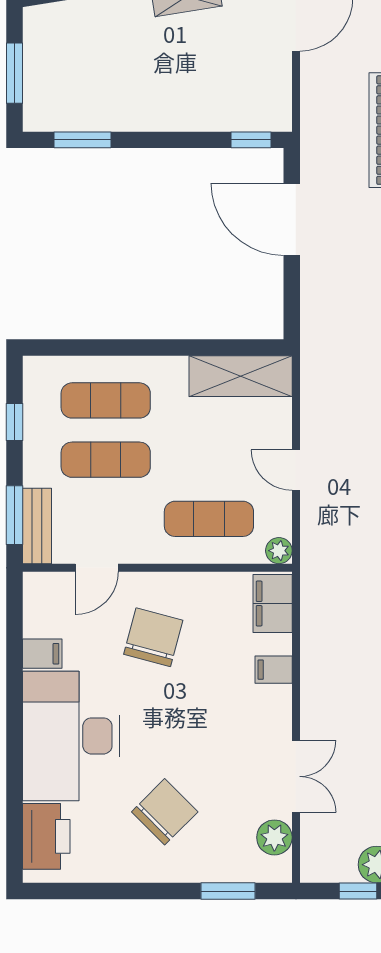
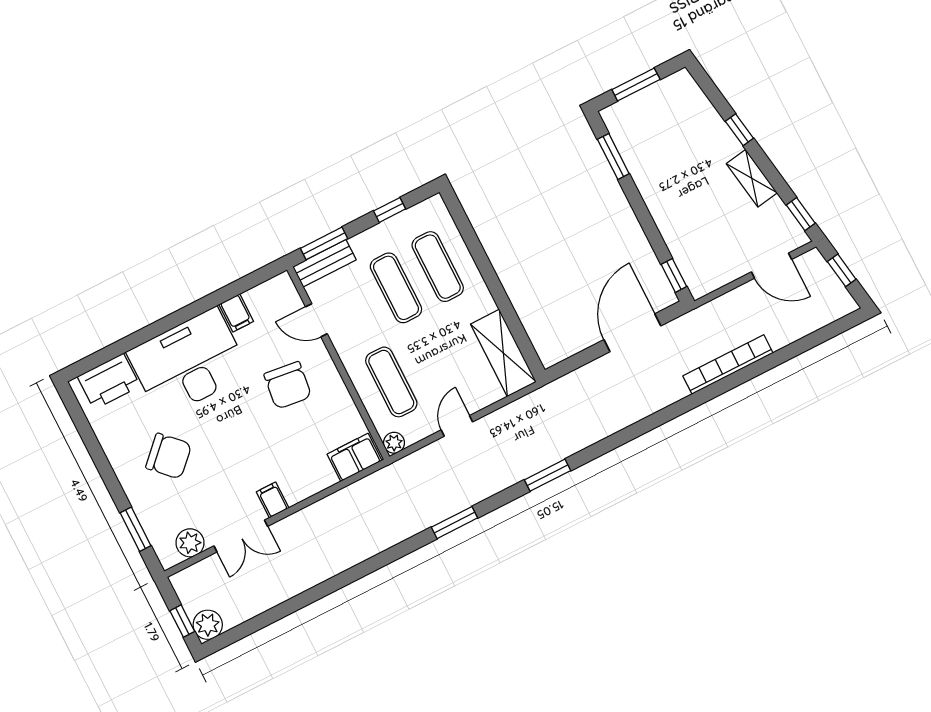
chair: (153, 637) -> (288, 385), turned 82
filing cabinet: (274, 670) -> (273, 500), moved

